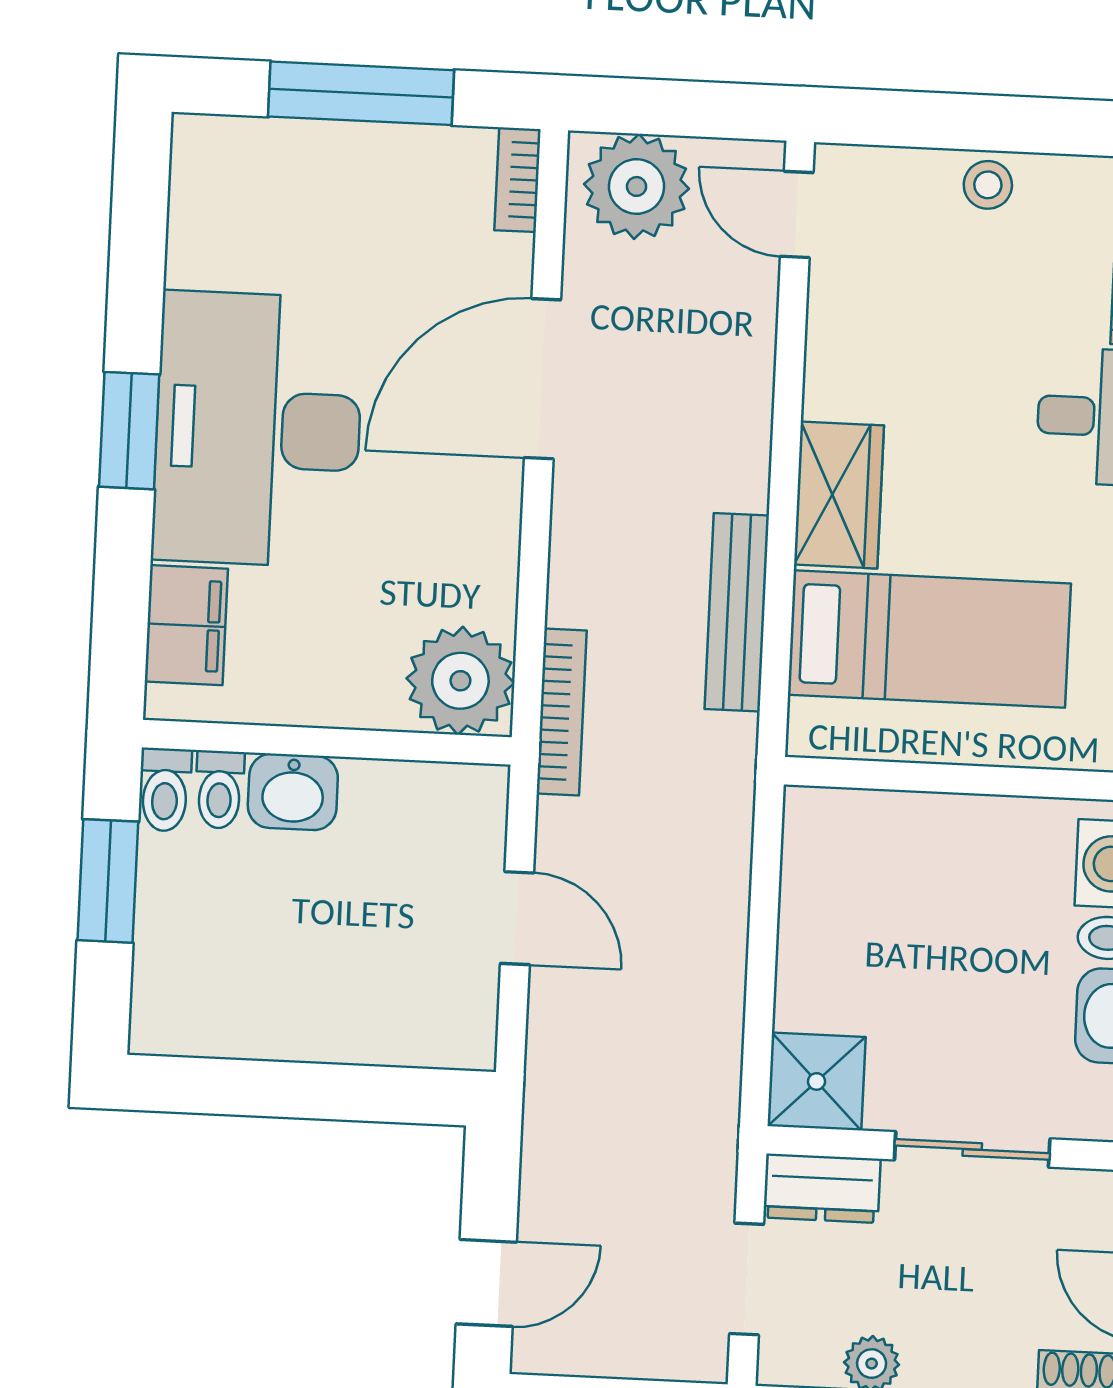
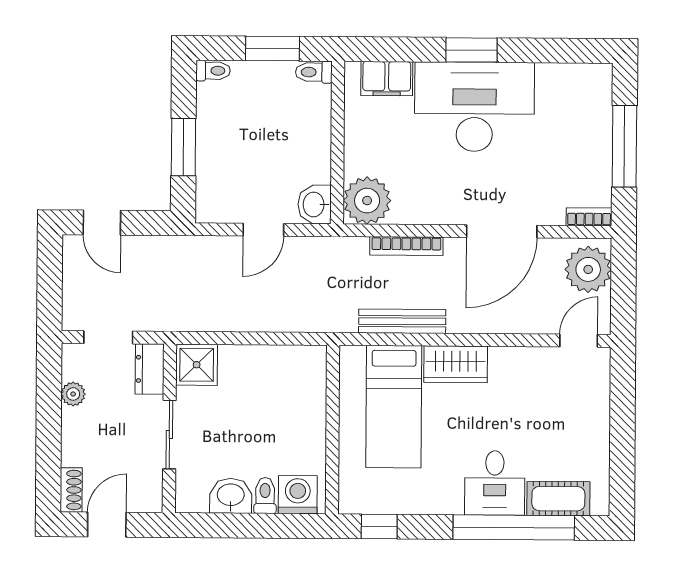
stool: (988, 185) -> (595, 424), removed
door: (543, 379) -> (502, 231), swing flipped
bookcase: (562, 712) -> (406, 246), moved
toilet: (220, 790) -> (213, 71), moved, turned 180
washbasin: (293, 792) -> (315, 205), moved
window: (323, 1091) -> (183, 147), added

